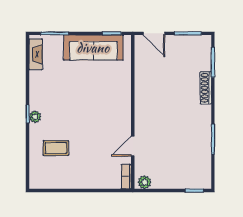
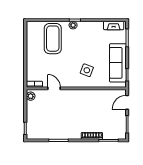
side table: (105, 96) -> (87, 70), added
coffee table: (56, 148) -> (53, 39), width x1.86, depth x1.72

